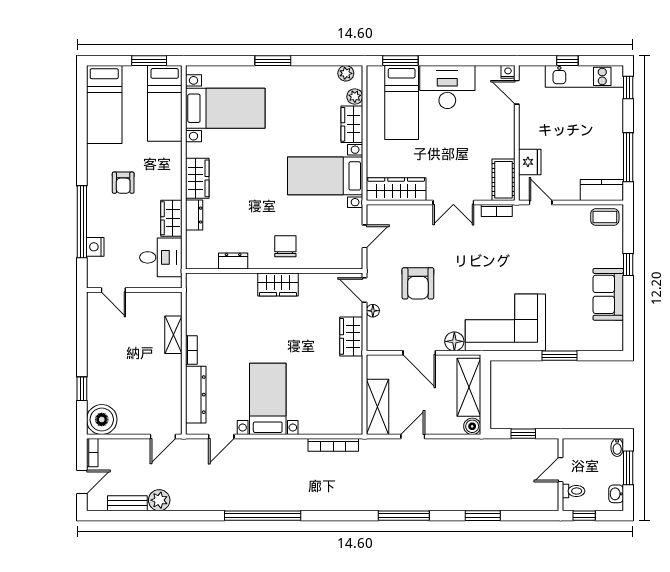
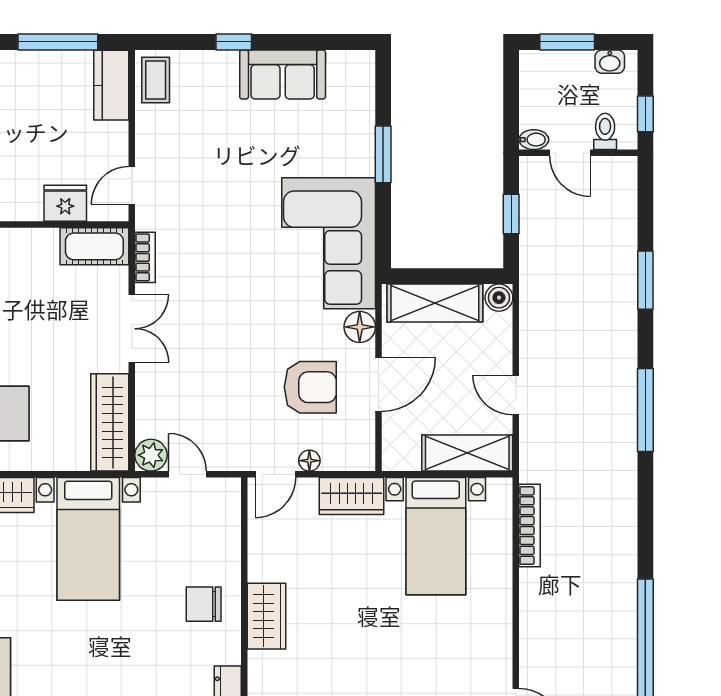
plant: (376, 214) -> (151, 455), added
armchair: (418, 283) -> (310, 387), moved
bed with nightstands: (268, 399) -> (436, 536), moved, turned -90
bidet: (617, 447) -> (534, 140), moved

